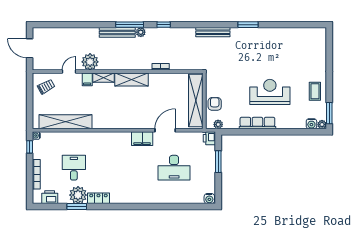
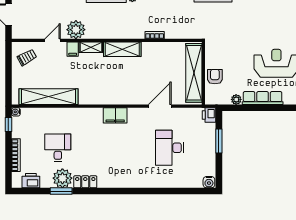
plant: (218, 124) -> (236, 99), moved
filing cabinet: (142, 139) -> (115, 115), moved
desk: (174, 168) -> (170, 148), turned 90

